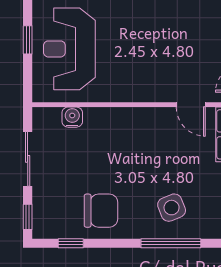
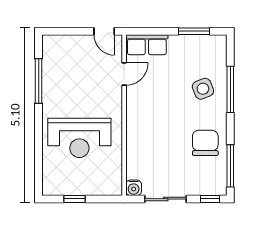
reception desk: (69, 49) -> (79, 138), moved
water cooler: (72, 117) -> (134, 188), moved, turned -90
window: (71, 243) -> (230, 166), width x2.17

